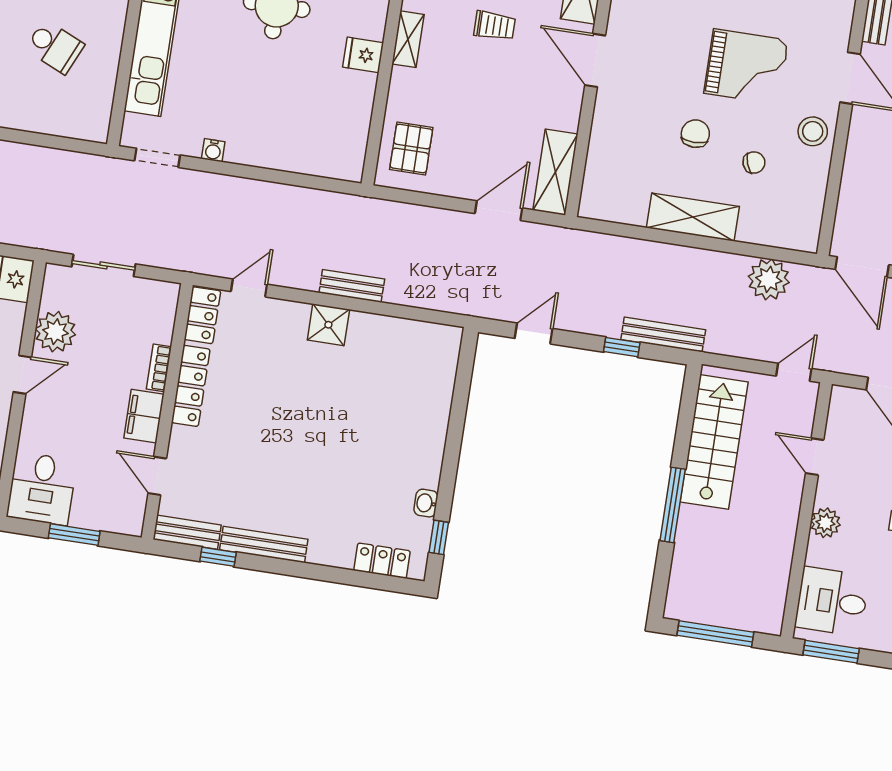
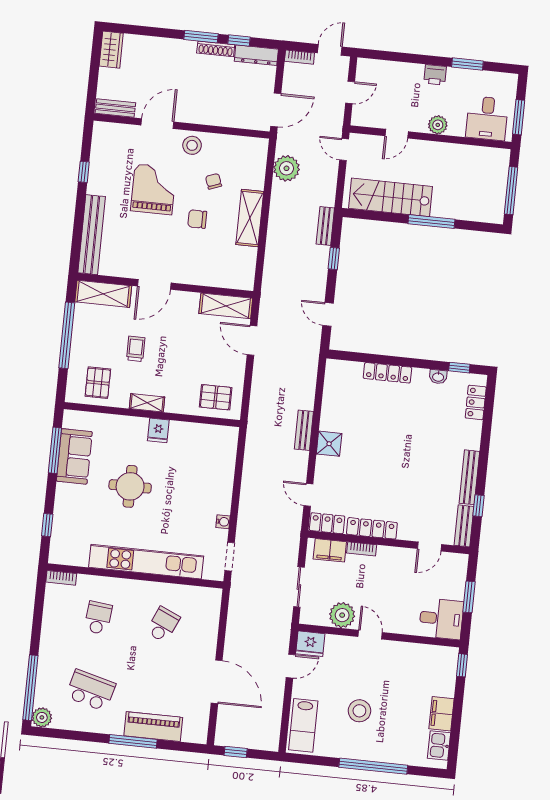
bench: (663, 335) -> (325, 226), width x0.73
filing cabinet: (144, 416) -> (330, 550), moved
locker: (436, 423) -> (387, 373), added

